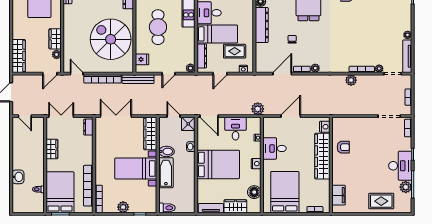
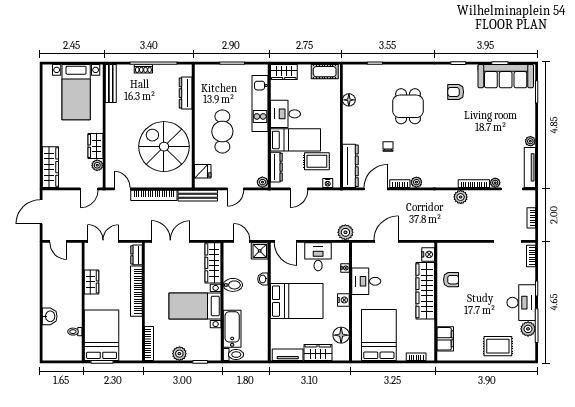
dresser: (262, 25) -> (350, 166), moved
bathtub: (166, 173) -> (232, 329), moved
bookcase: (88, 186) -> (136, 291), moved

